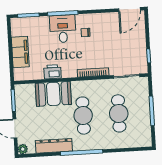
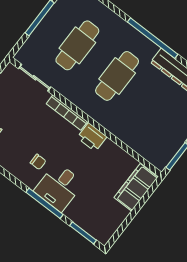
filing cabinet: (20, 52) -> (136, 187), moved
printer: (53, 72) -> (92, 137), moved
booth: (53, 94) -> (129, 126), removed

